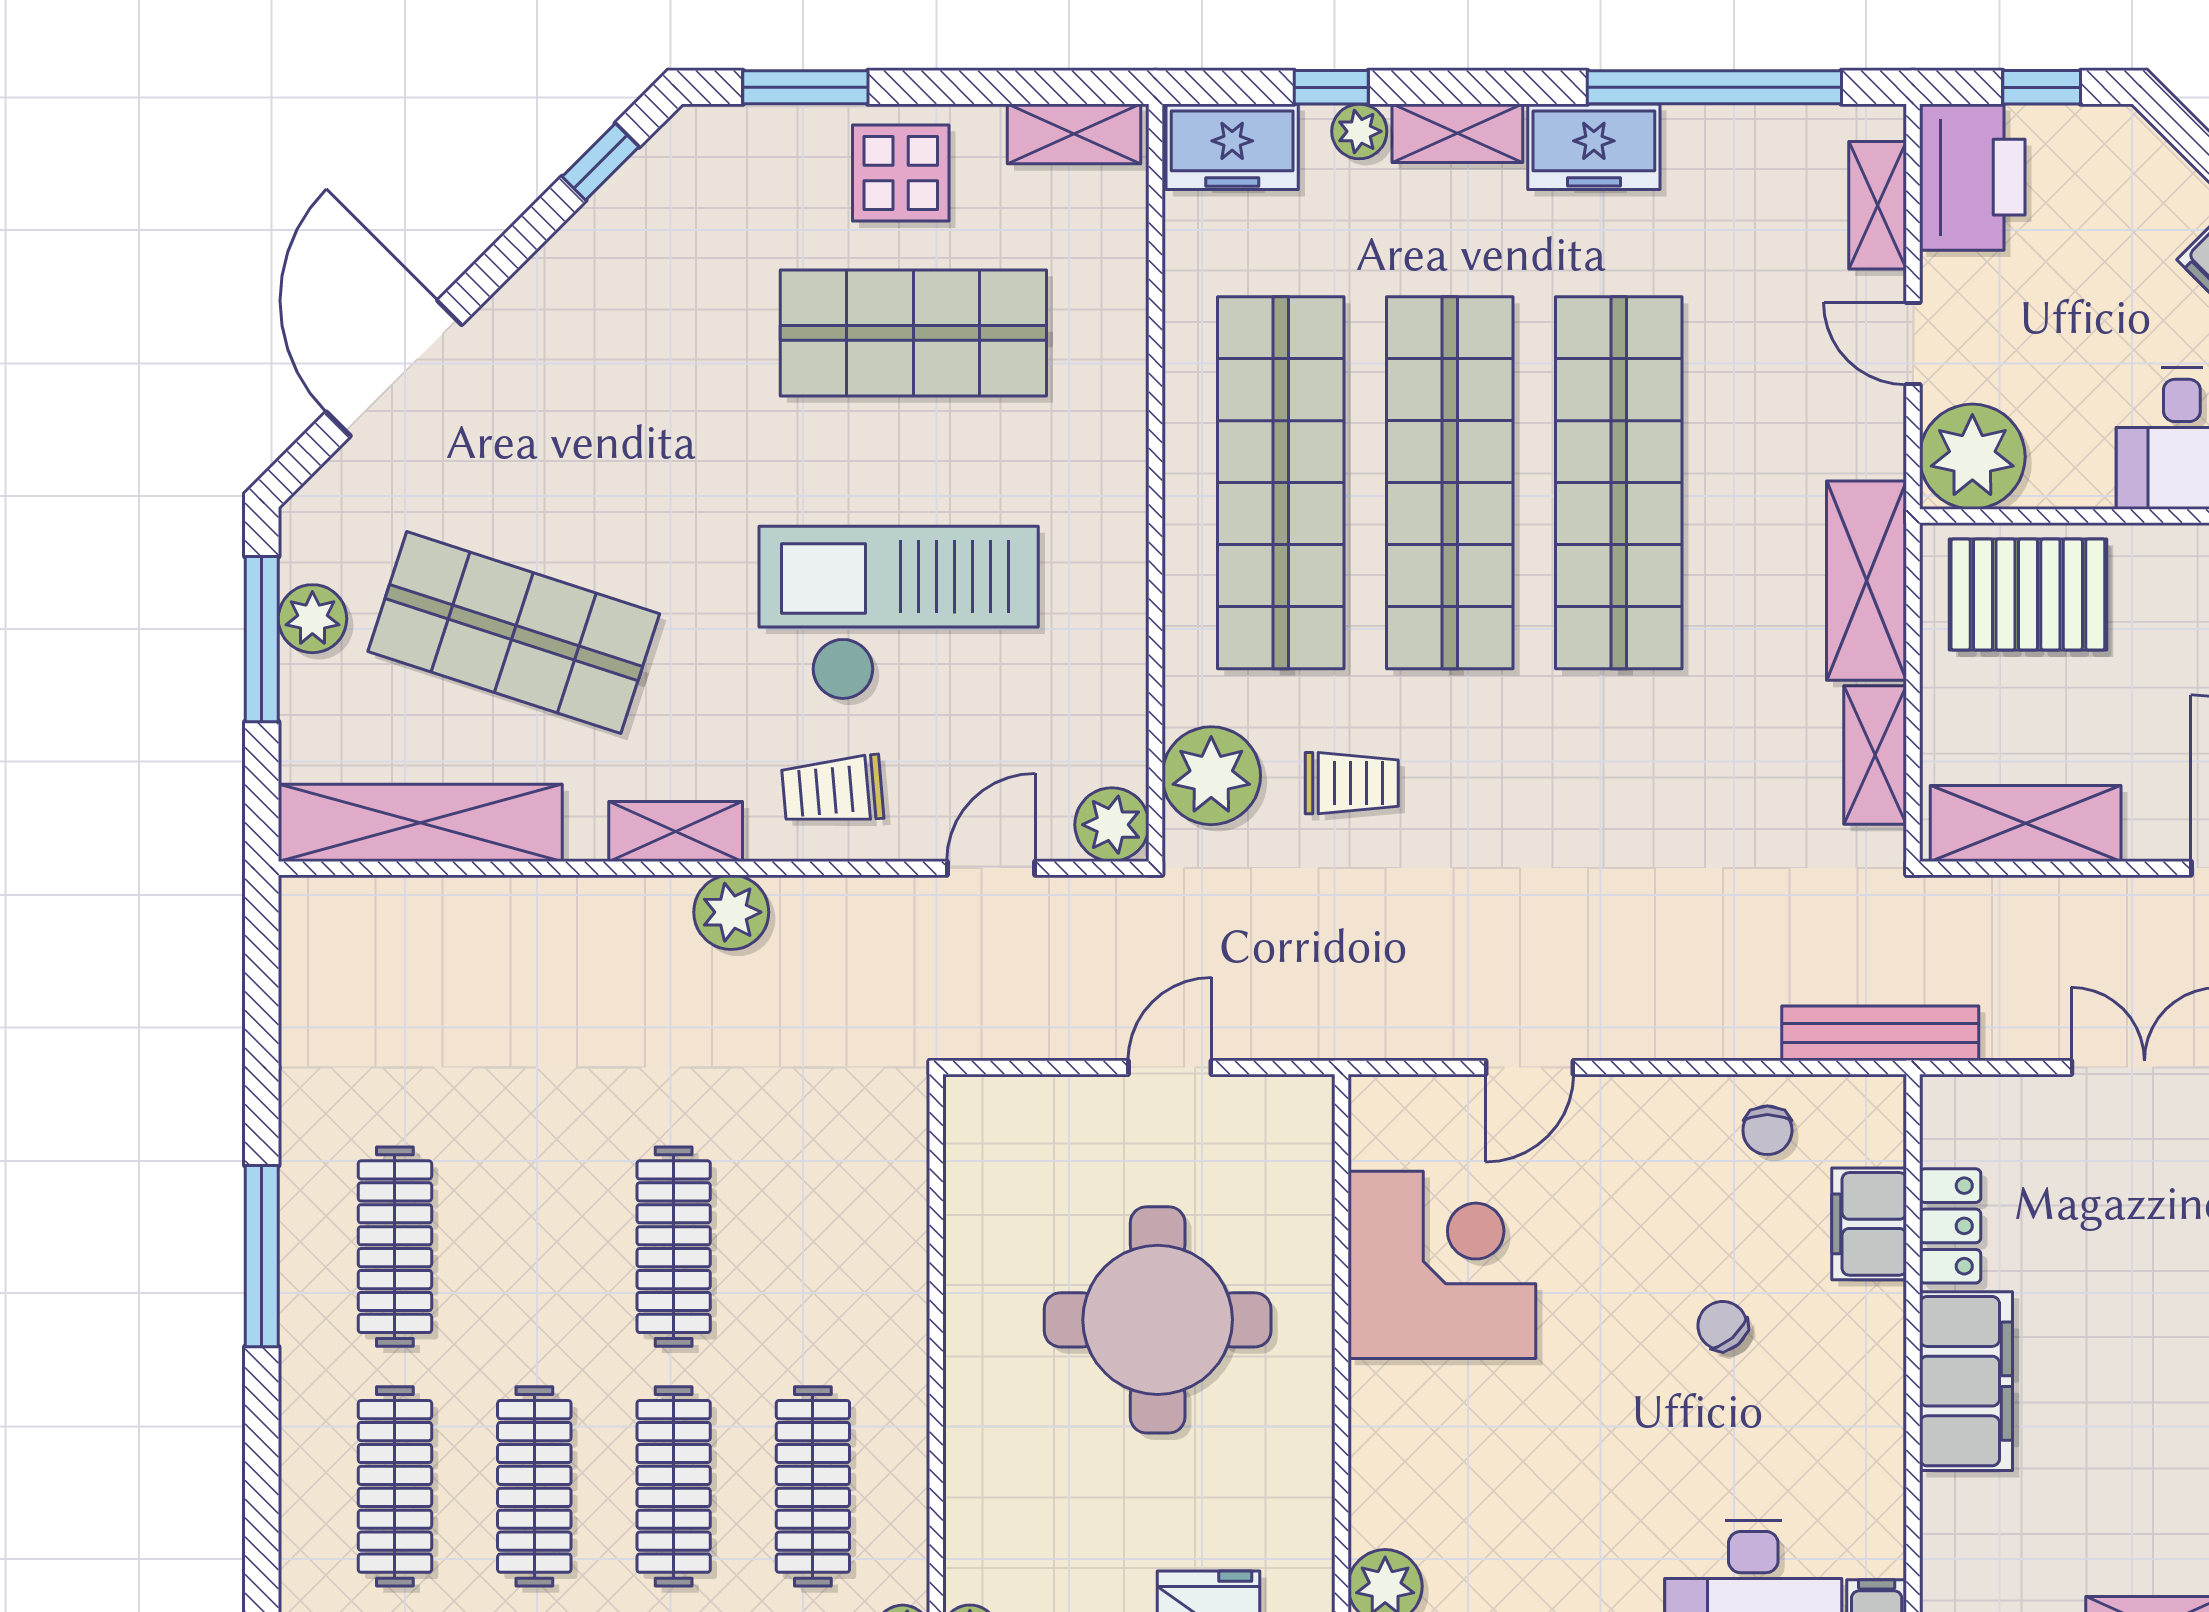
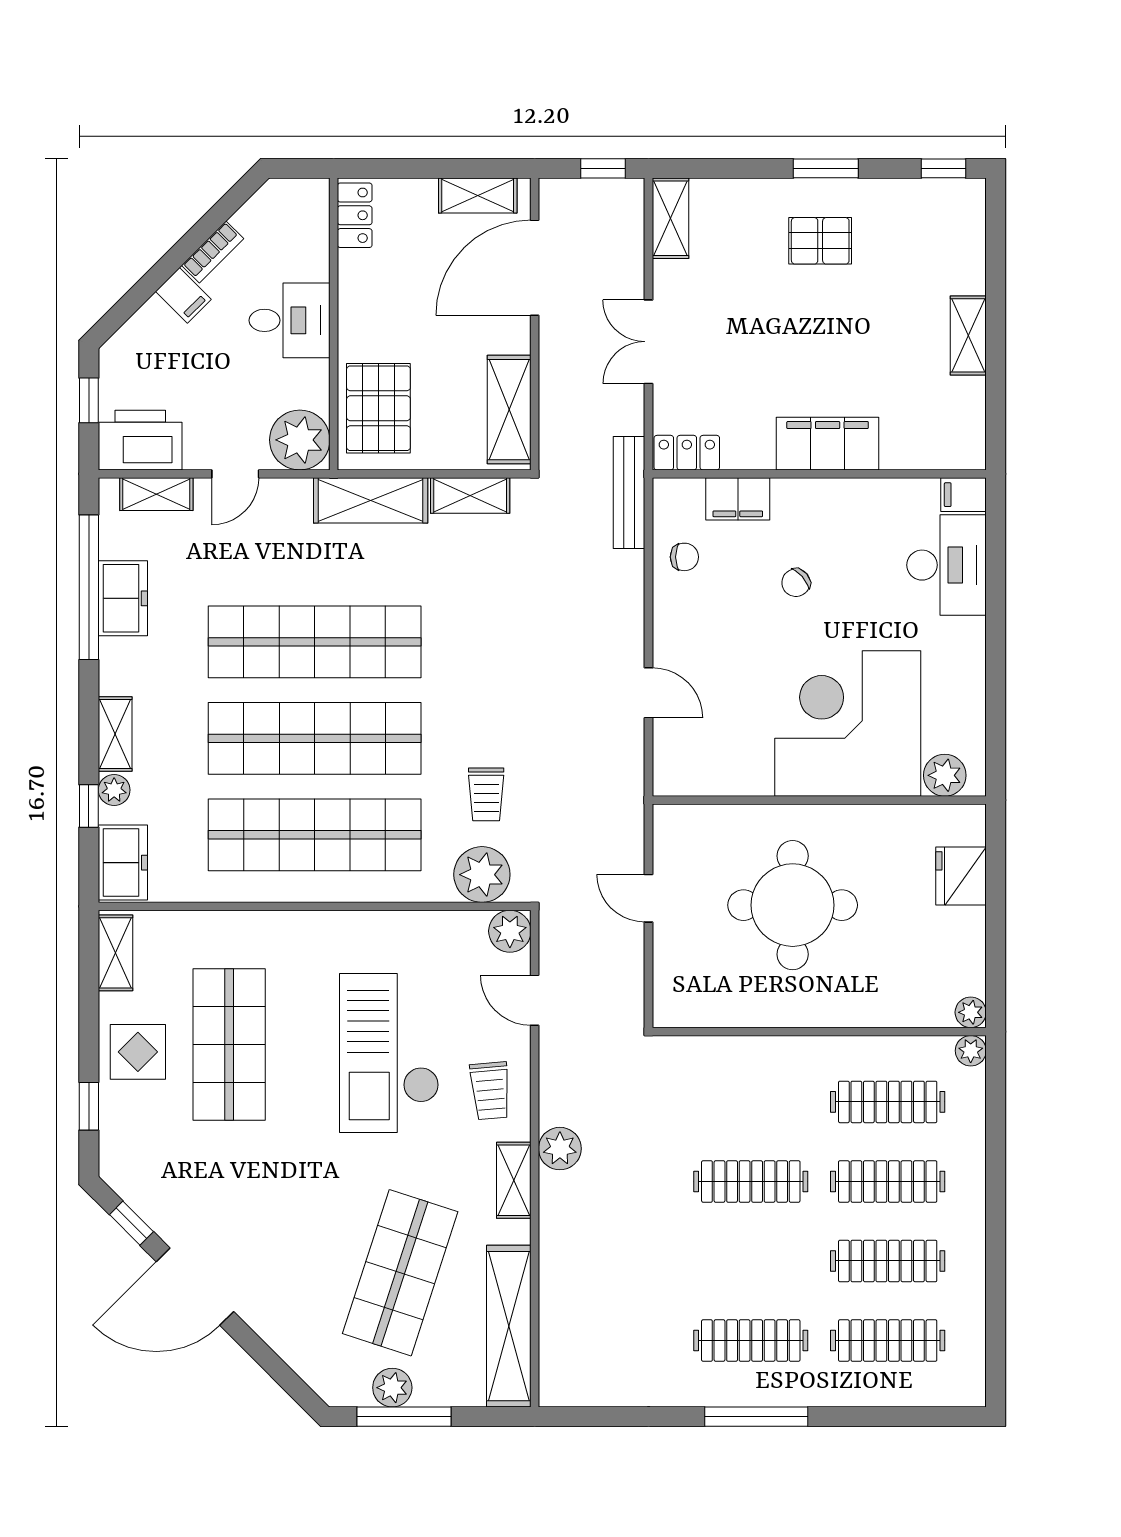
window: (805, 87) -> (89, 1106), width x0.67
freezer: (1594, 147) -> (123, 598), moved
door: (394, 368) -> (195, 1287), moved
trolley: (1352, 783) -> (486, 794), turned 180
locker: (1950, 1226) -> (687, 453), moved
corner desk: (1442, 1265) -> (848, 724), moved, width x1.36, depth x1.36

